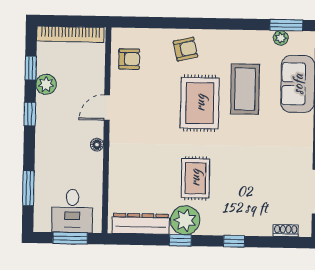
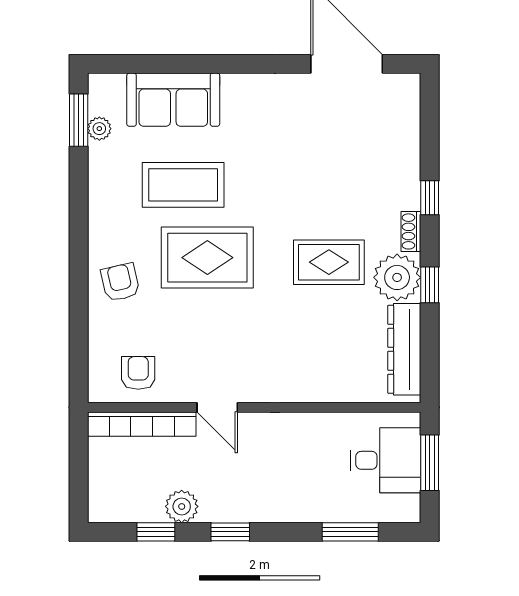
bookcase: (70, 34) -> (142, 424), moved, turned 90
floor lamp: (97, 145) -> (278, 422), removed
shoe rack: (286, 231) -> (411, 231), moved

